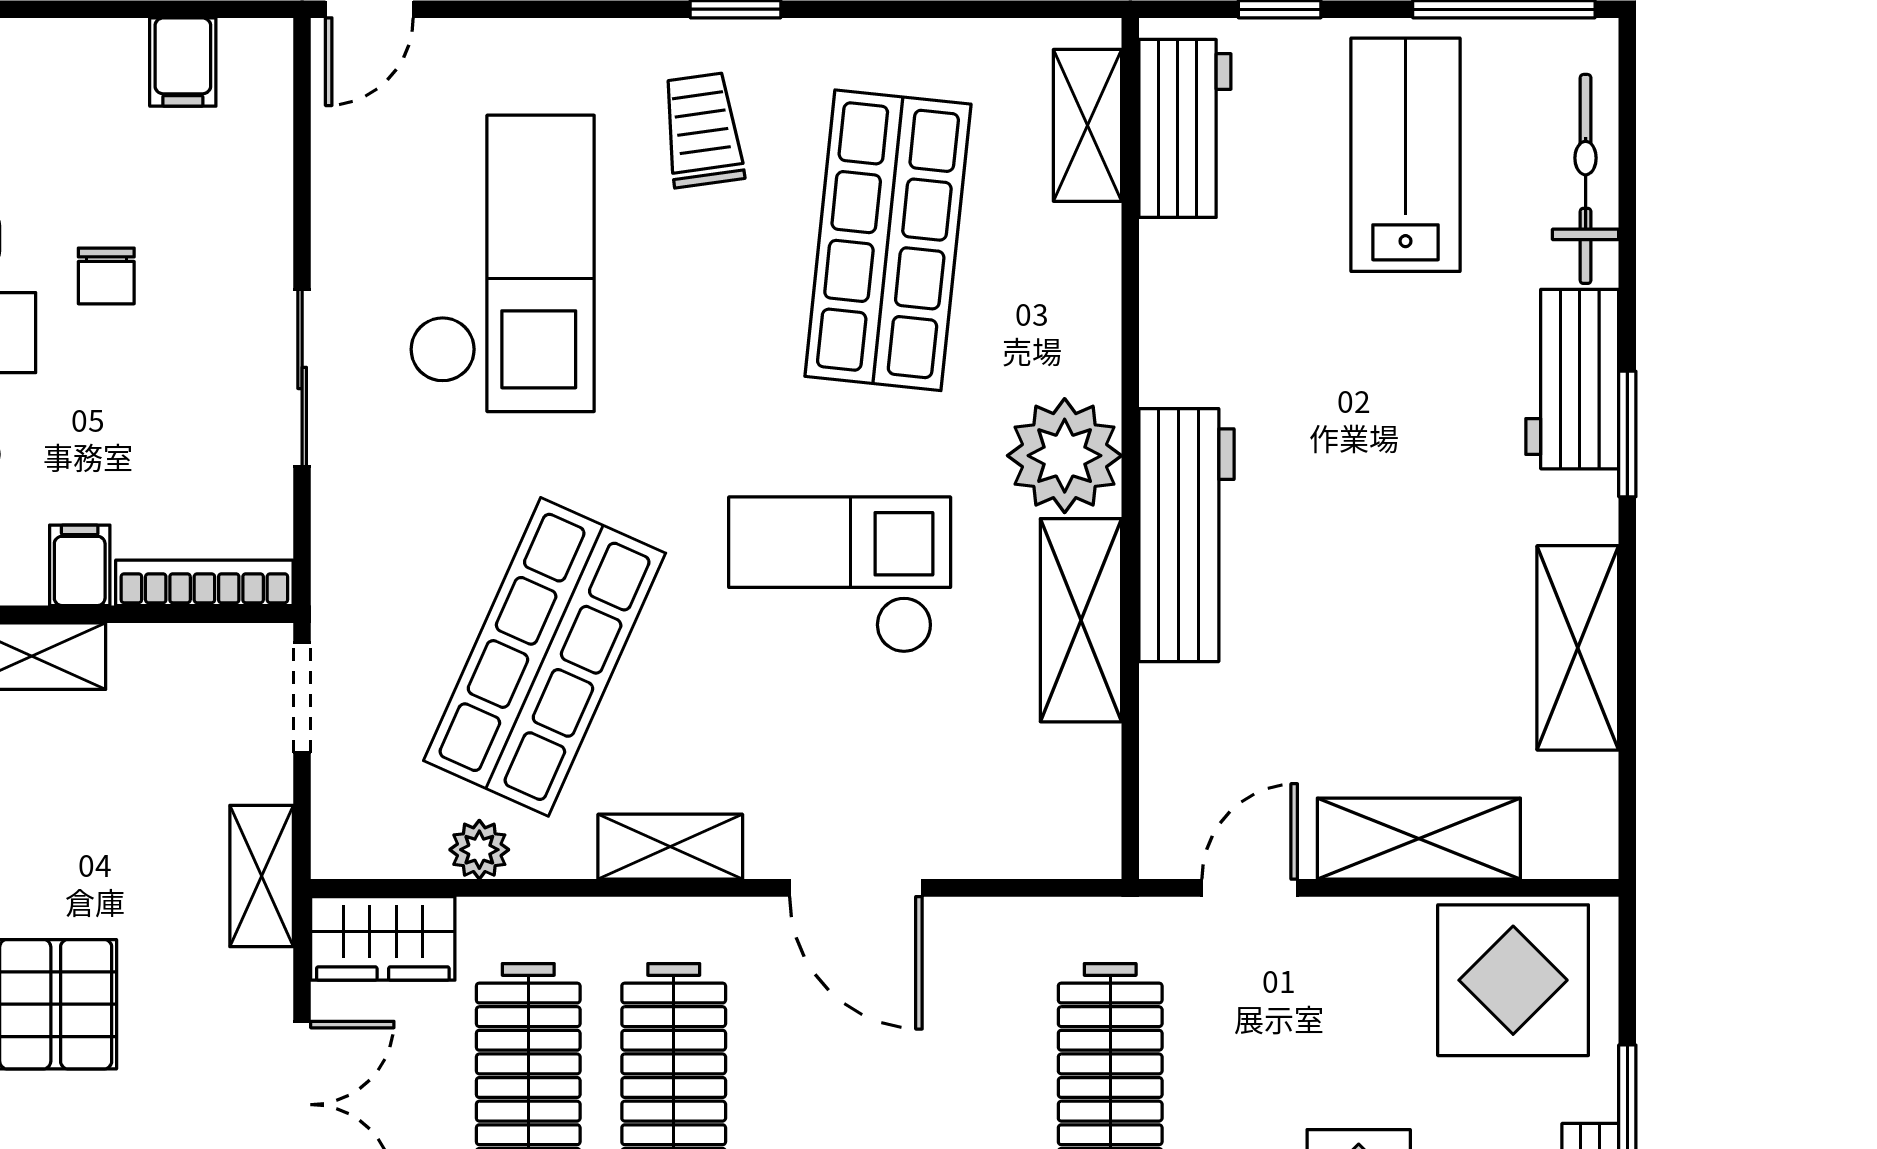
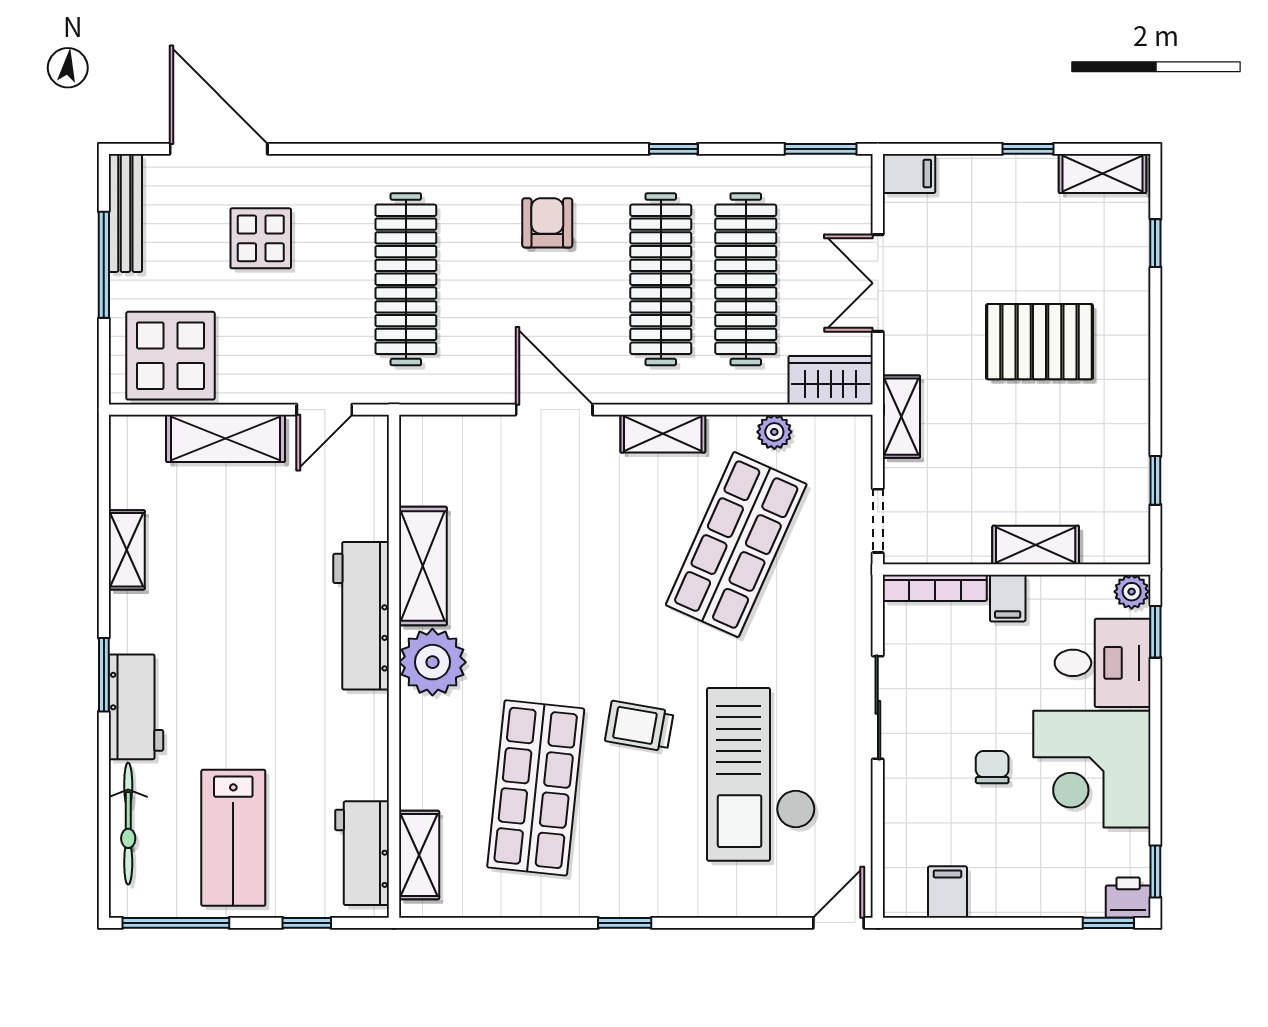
trolley: (702, 130) -> (639, 726), moved, turned 108
checkout: (840, 575) -> (564, 592), removed
shelving: (1578, 648) -> (127, 550), width x0.67, depth x0.75

